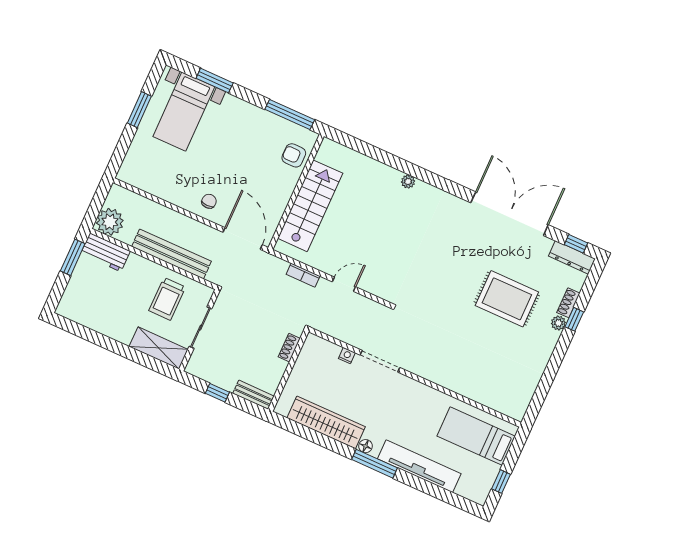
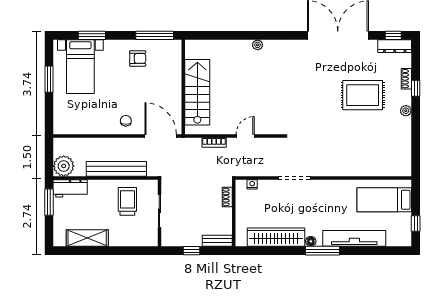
armchair: (294, 155) -> (138, 58), moved, turned 180
trolley: (167, 299) -> (127, 201), turned 180
plant: (558, 323) -> (406, 111), moved
shelving: (159, 348) -> (87, 238), moved
nightstand: (347, 356) -> (252, 184), moved

